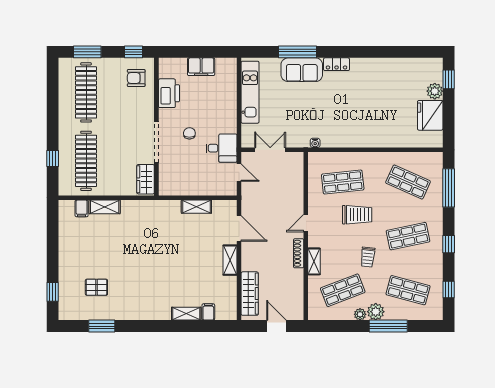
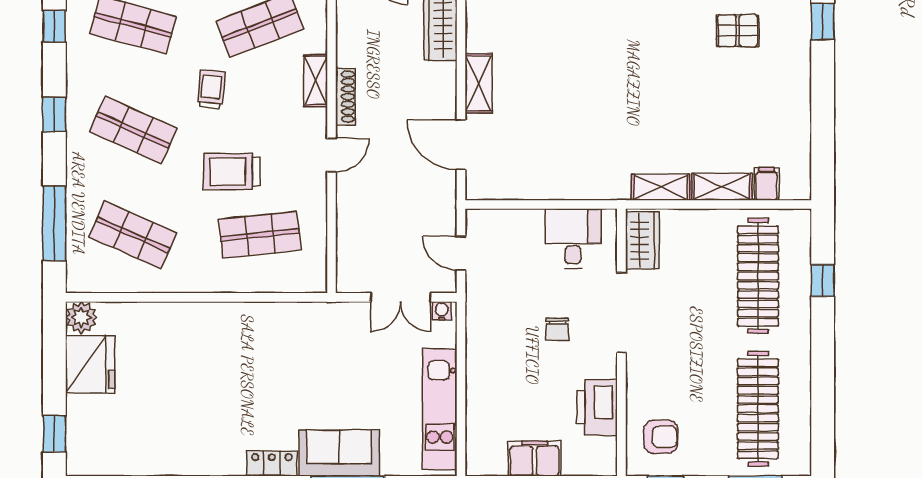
plant: (435, 91) -> (81, 317), moved
water cooler: (315, 143) -> (442, 311), moved
desk: (221, 148) -> (573, 239), moved, turned 90
shelving: (196, 207) -> (661, 187), moved
shop shelf: (408, 236) -> (133, 130), turned 36

